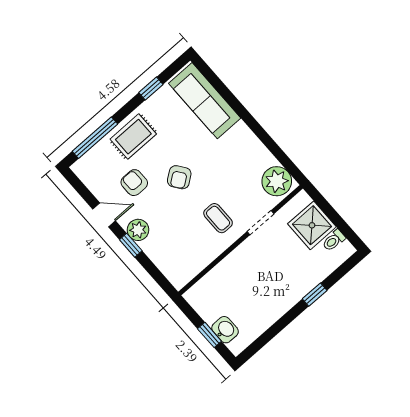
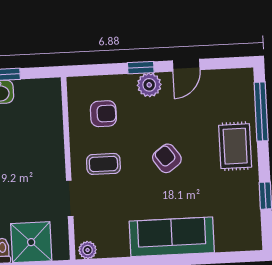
sofa: (205, 101) -> (172, 237), moved
plant: (277, 181) -> (88, 250), width x0.53, depth x0.53
armchair: (134, 183) -> (103, 114), moved

